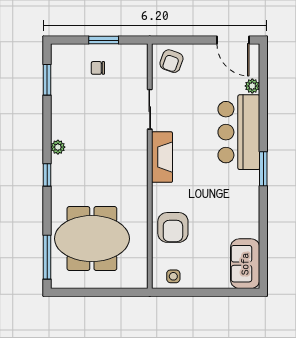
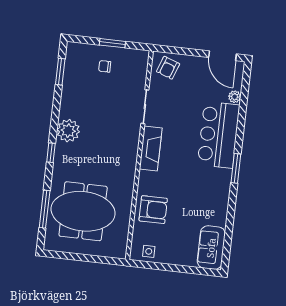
plant: (58, 147) -> (68, 131), width x1.88, depth x1.88
armchair: (173, 227) -> (153, 210), turned -90
window: (47, 257) -> (45, 209), moved

